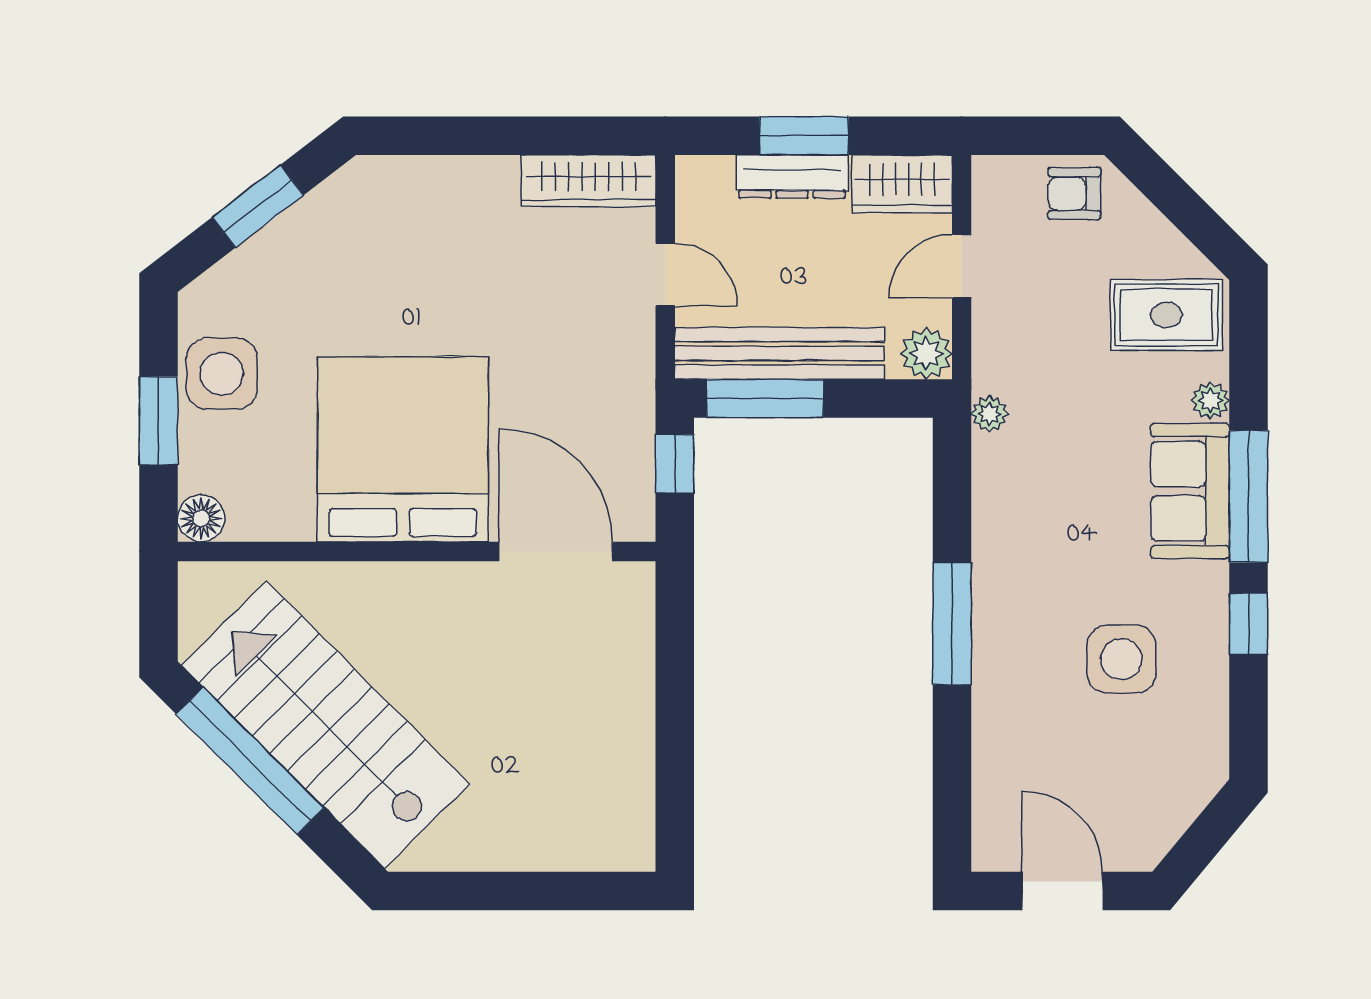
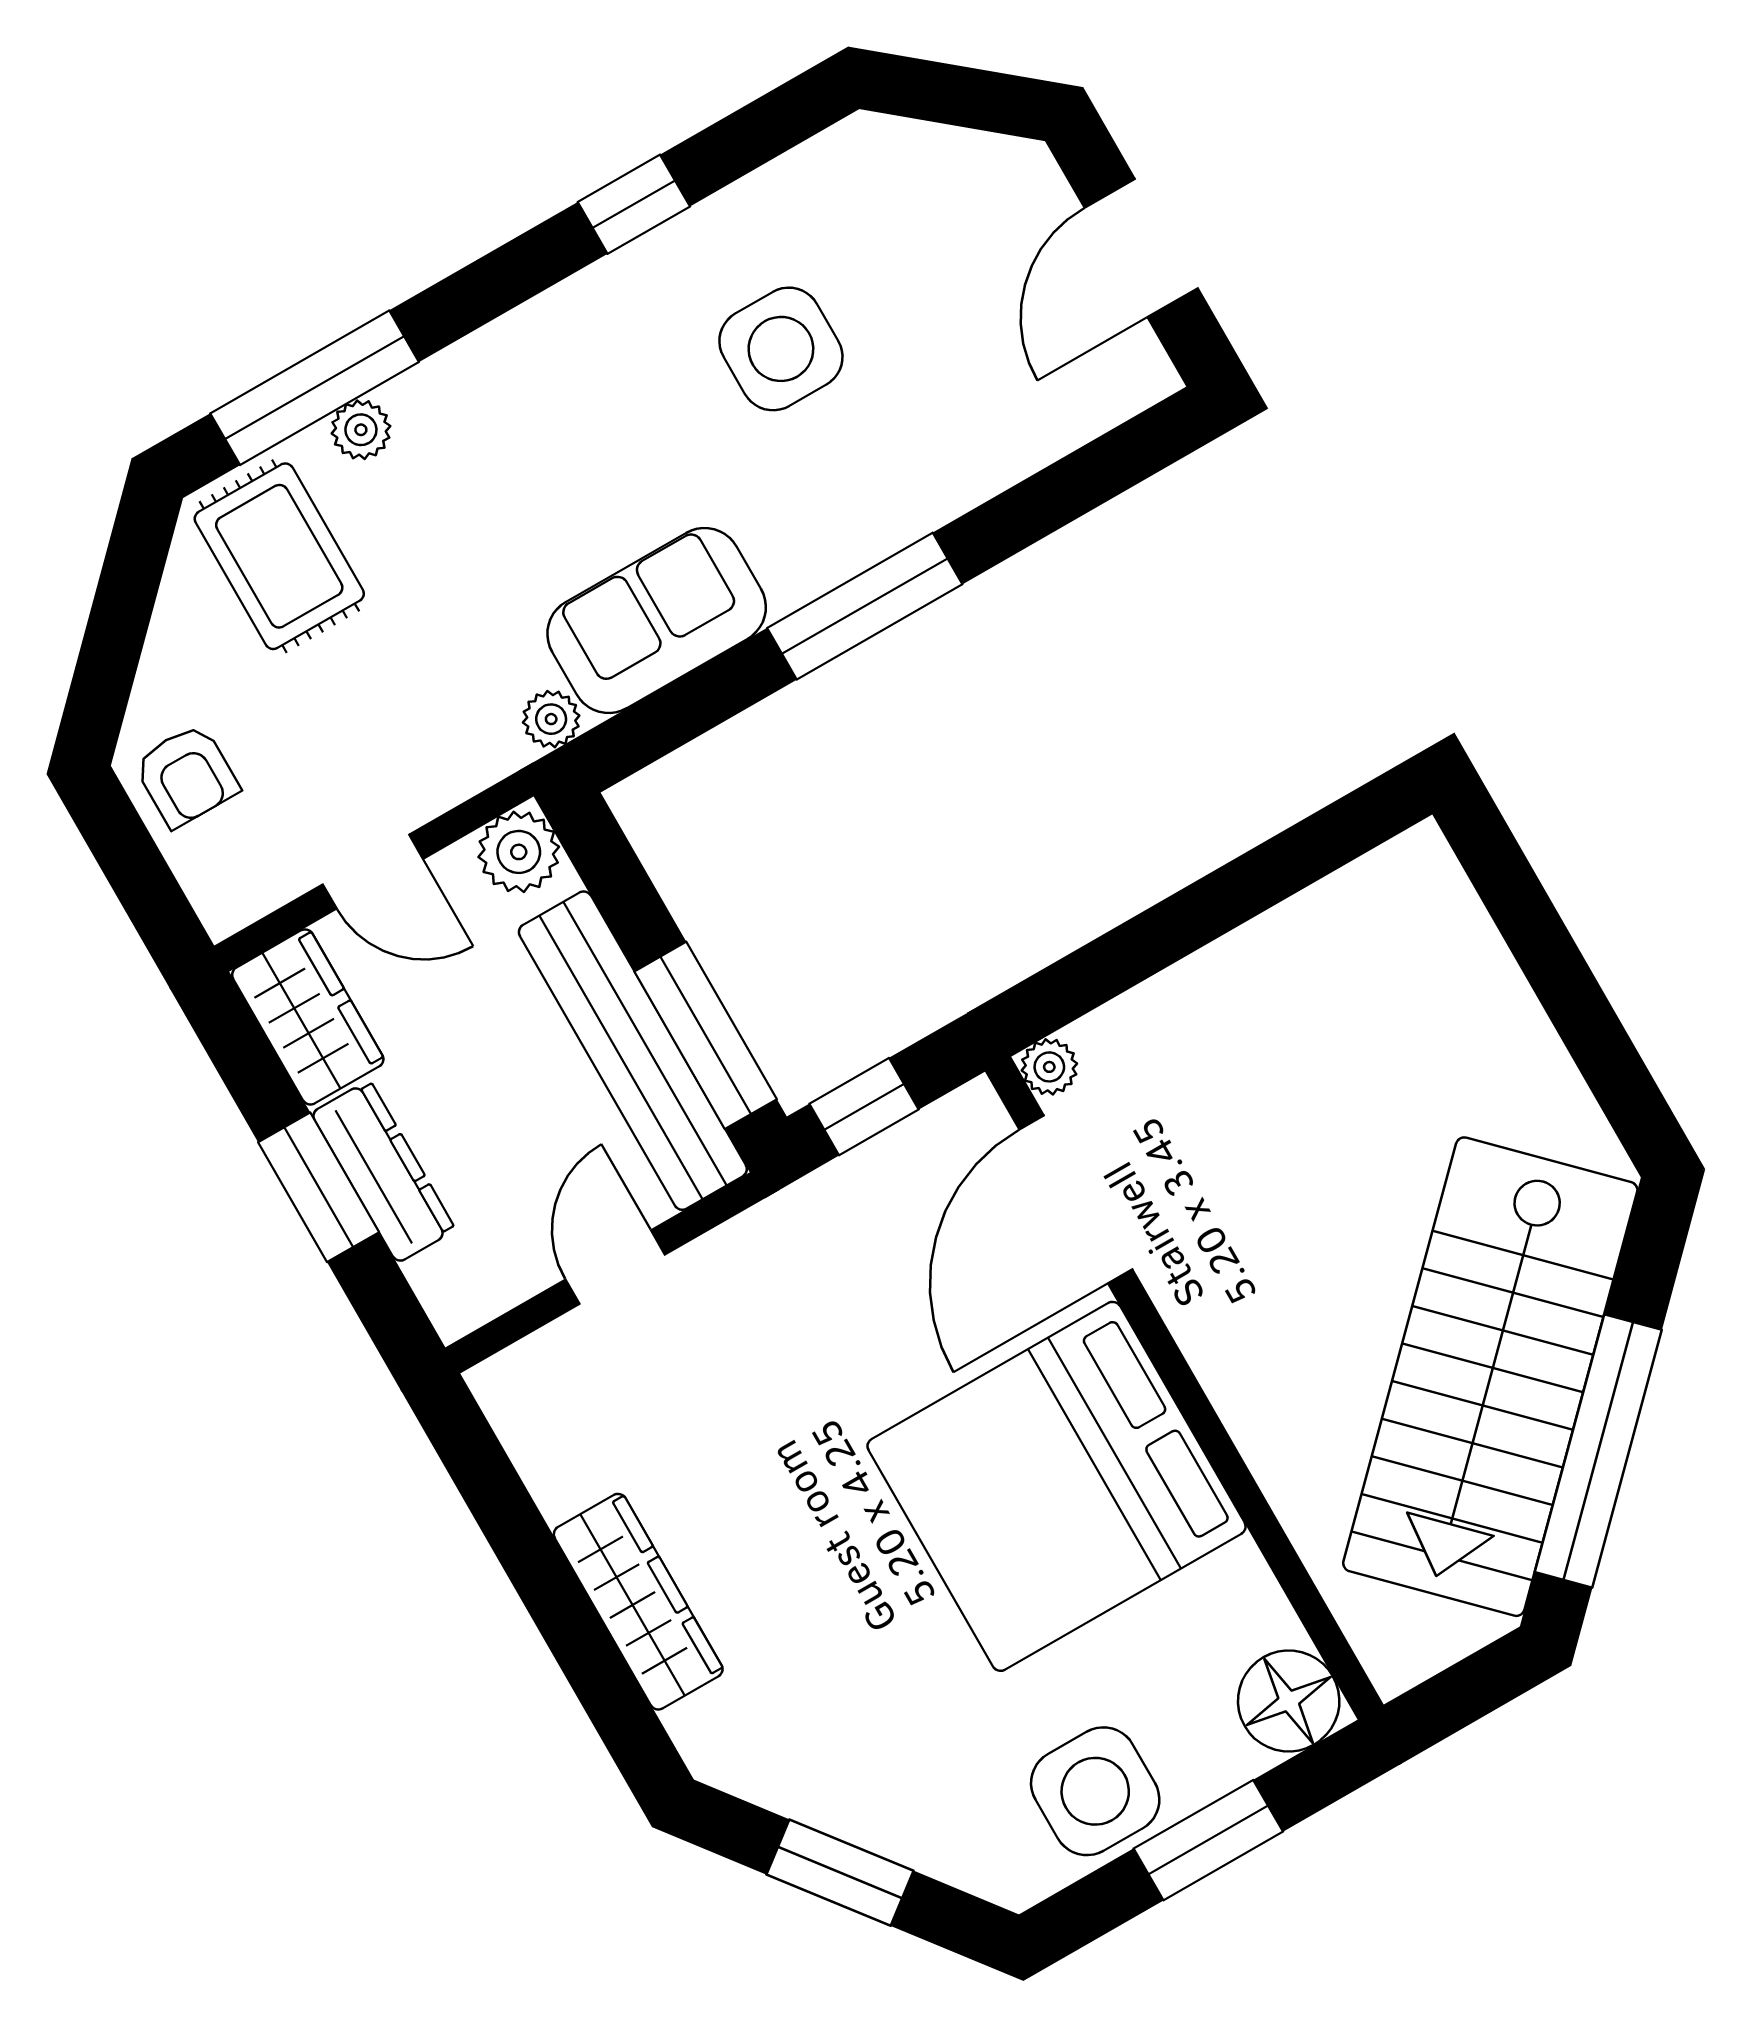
wardrobe: (589, 181) -> (638, 1602), moved
sofa: (1190, 491) -> (657, 621), moved, turned 180
window: (1248, 496) -> (315, 388), moved
floor lamp: (201, 518) -> (1289, 1701), width x1.38, depth x1.38
plant: (638, 579) -> (1049, 1067), added

